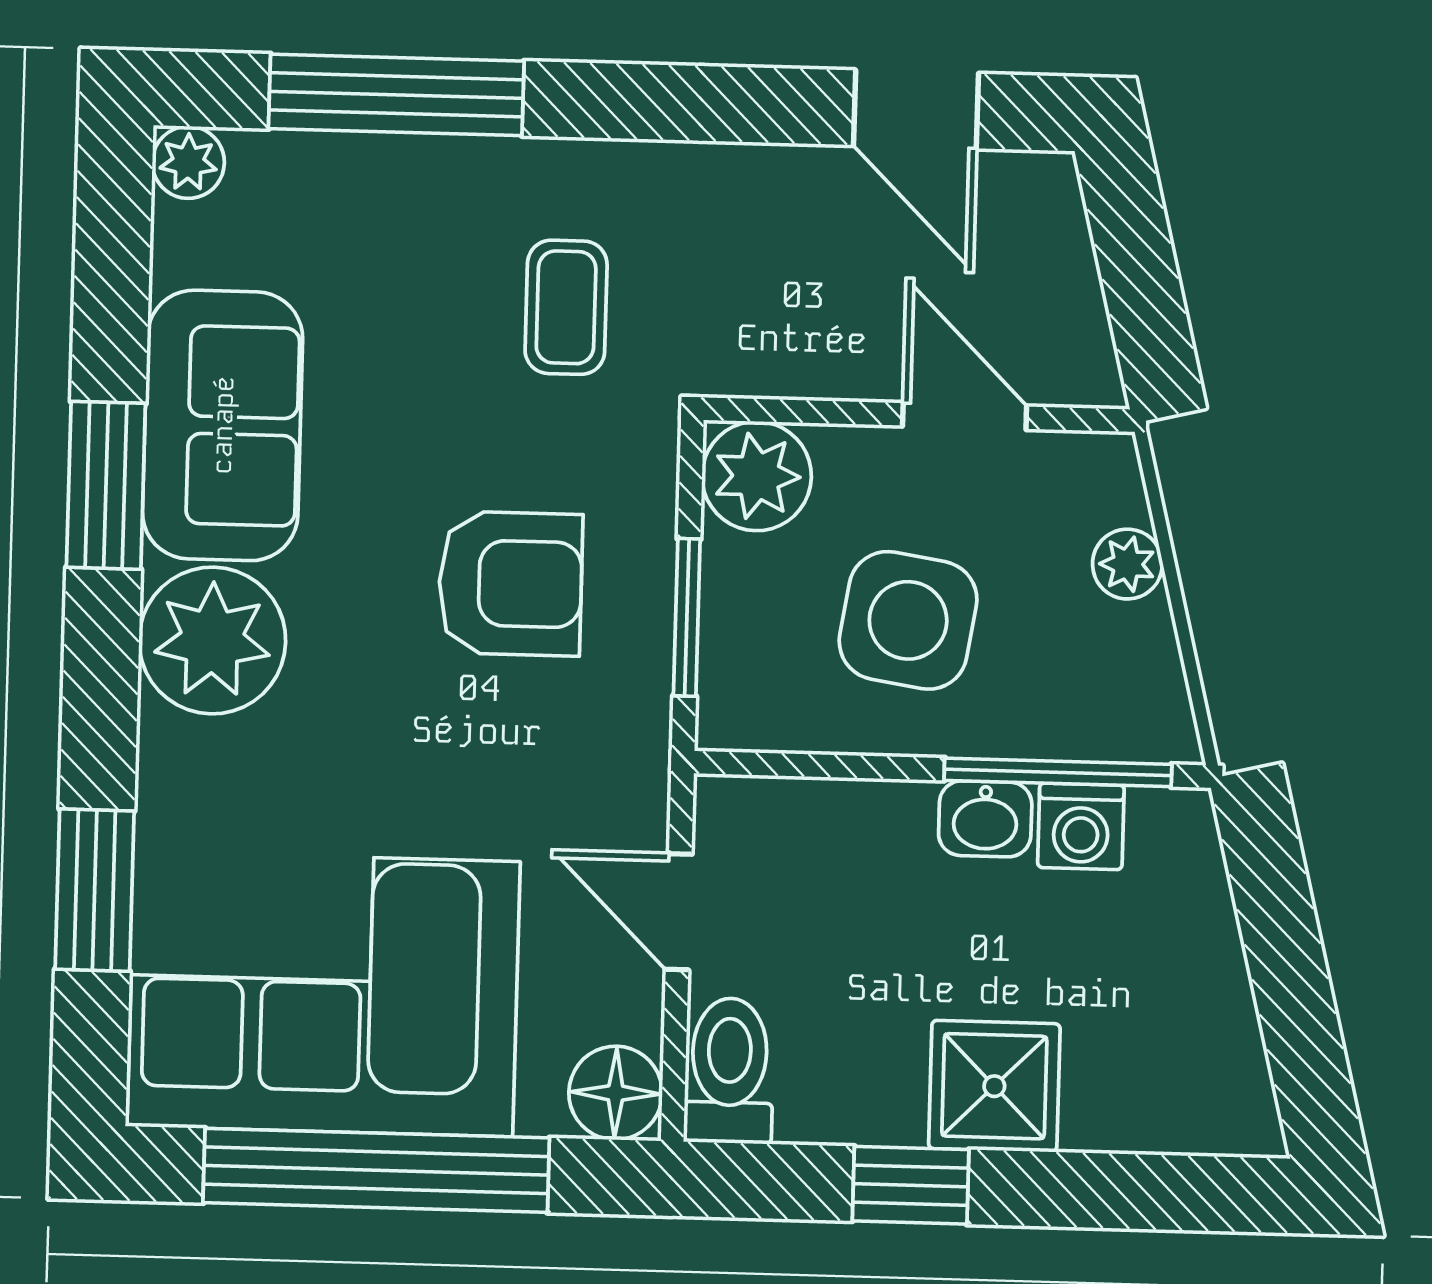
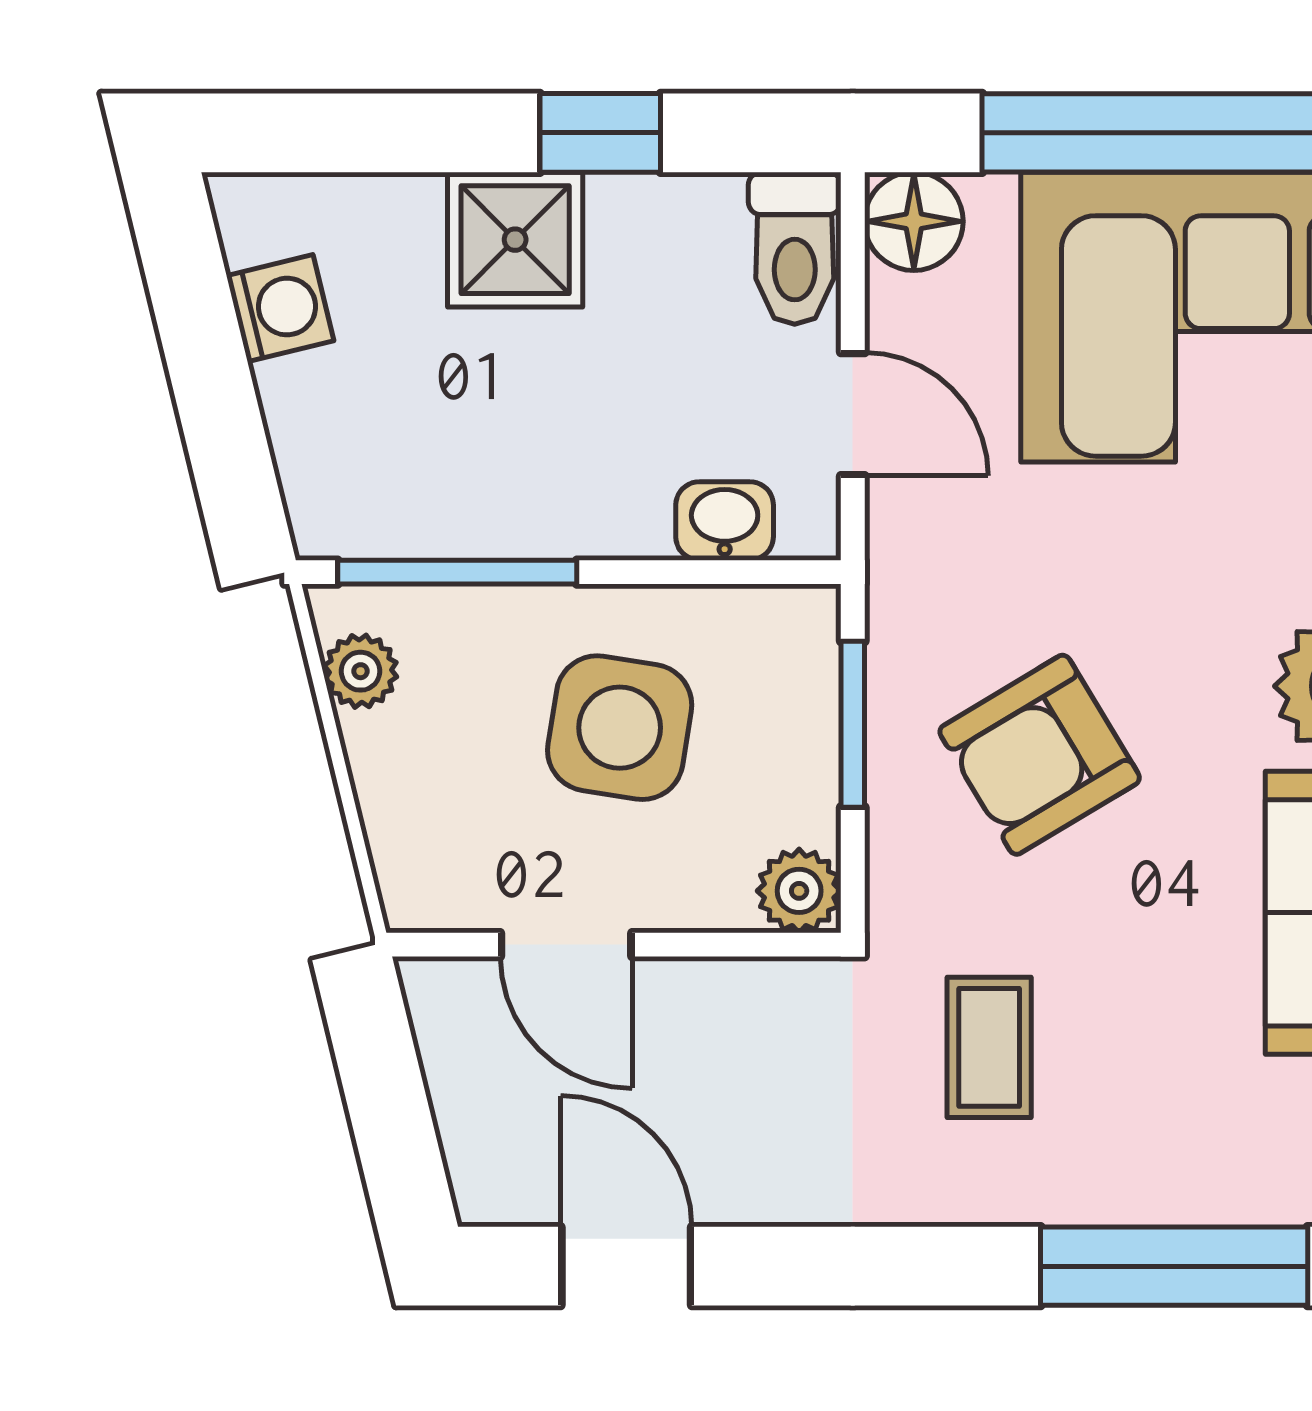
plant: (757, 476) -> (799, 891), width x0.73, depth x0.73
plant: (1127, 564) -> (361, 671), moved
armchair: (510, 584) -> (1040, 755), turned -31
washbasin: (985, 819) -> (725, 521), moved
washing machine: (1081, 826) -> (280, 308), moved, turned 76

